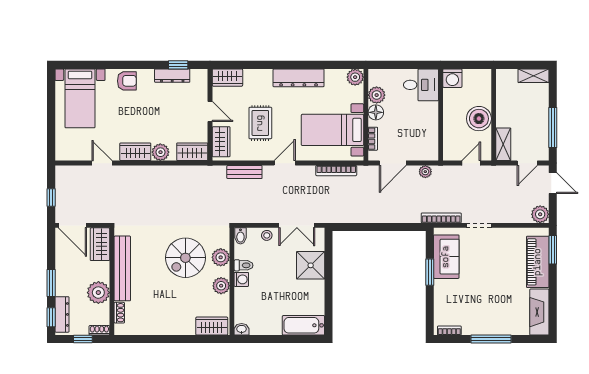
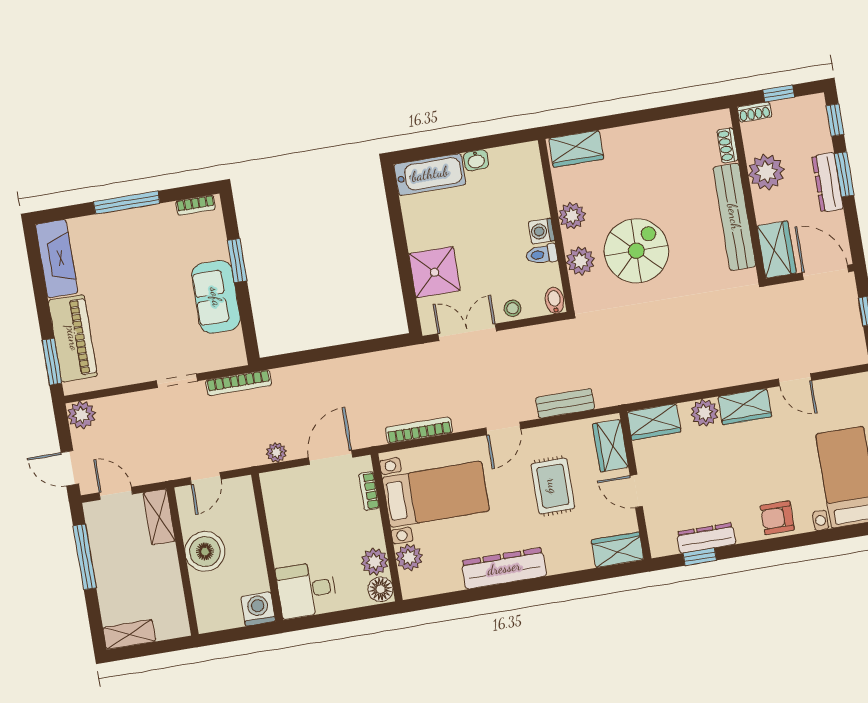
plant: (355, 77) -> (409, 557), moved
floor lamp: (376, 112) -> (381, 589), moved
door: (527, 163) -> (116, 493), hinge flipped
sofa: (446, 257) -> (216, 297), moved
window: (430, 272) -> (237, 261), moved
dresser: (62, 314) -> (828, 182), moved
washbasin: (242, 329) -> (476, 160), moved

